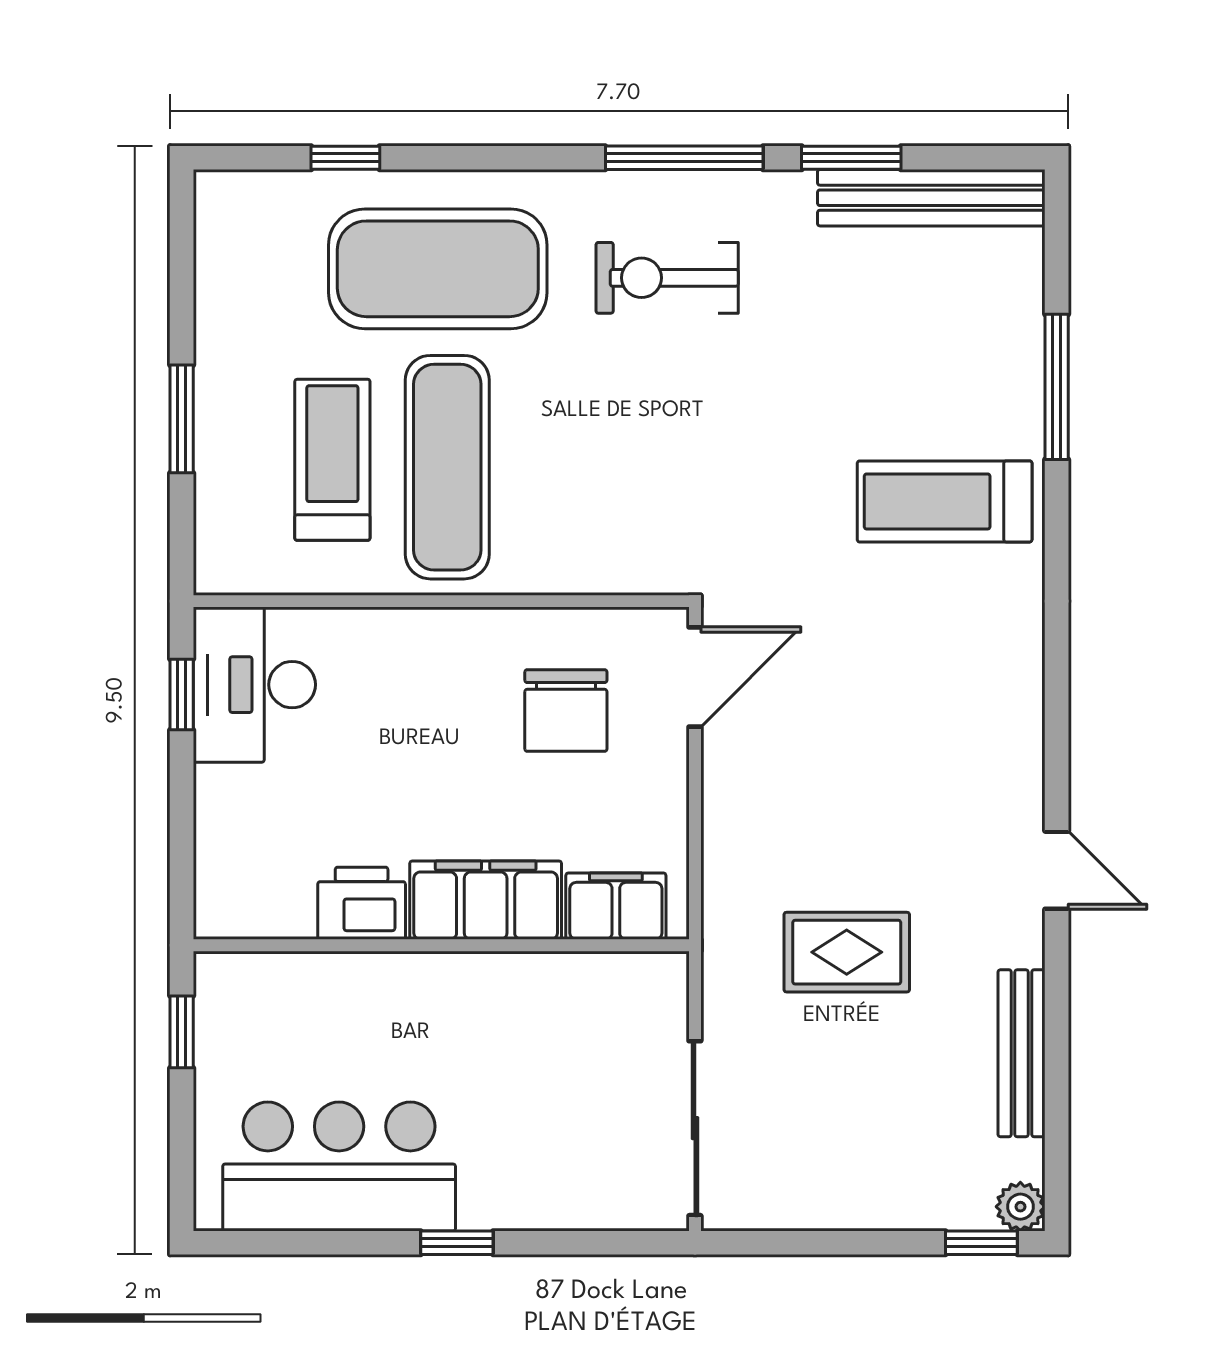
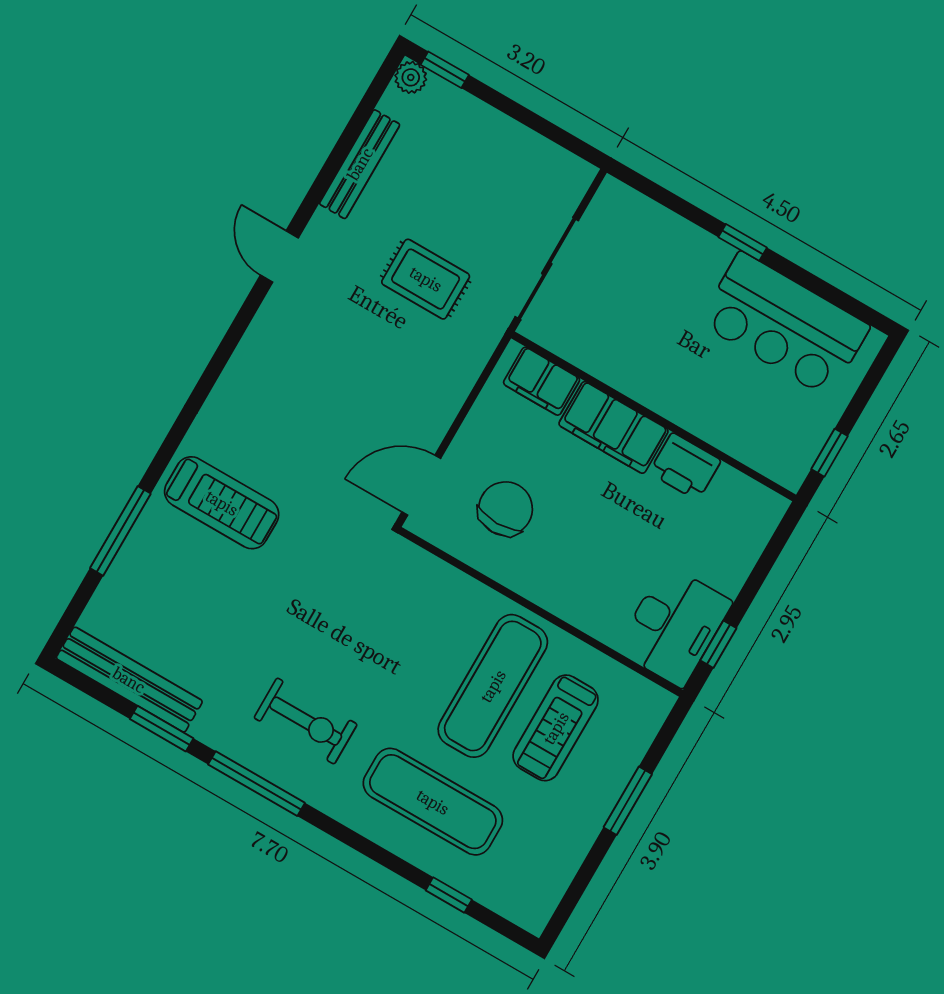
exercise mat: (438, 269) -> (433, 802), width x0.68
sliding door: (695, 1128) -> (547, 269), moved

